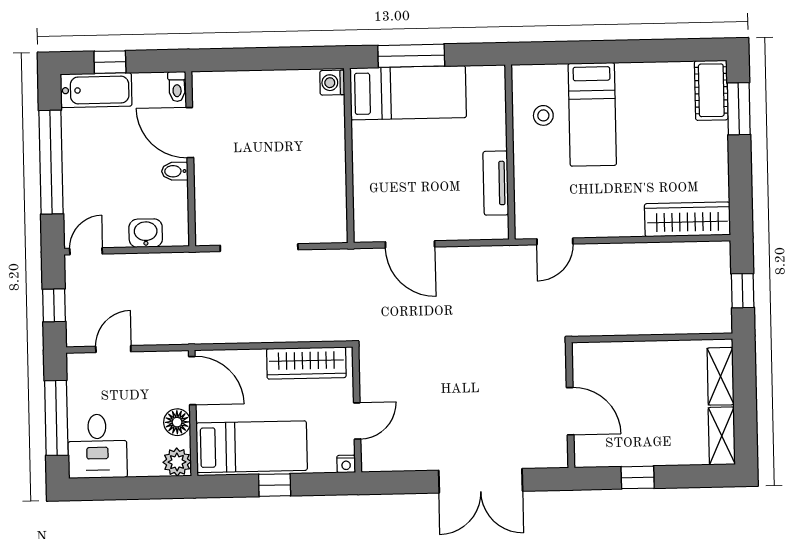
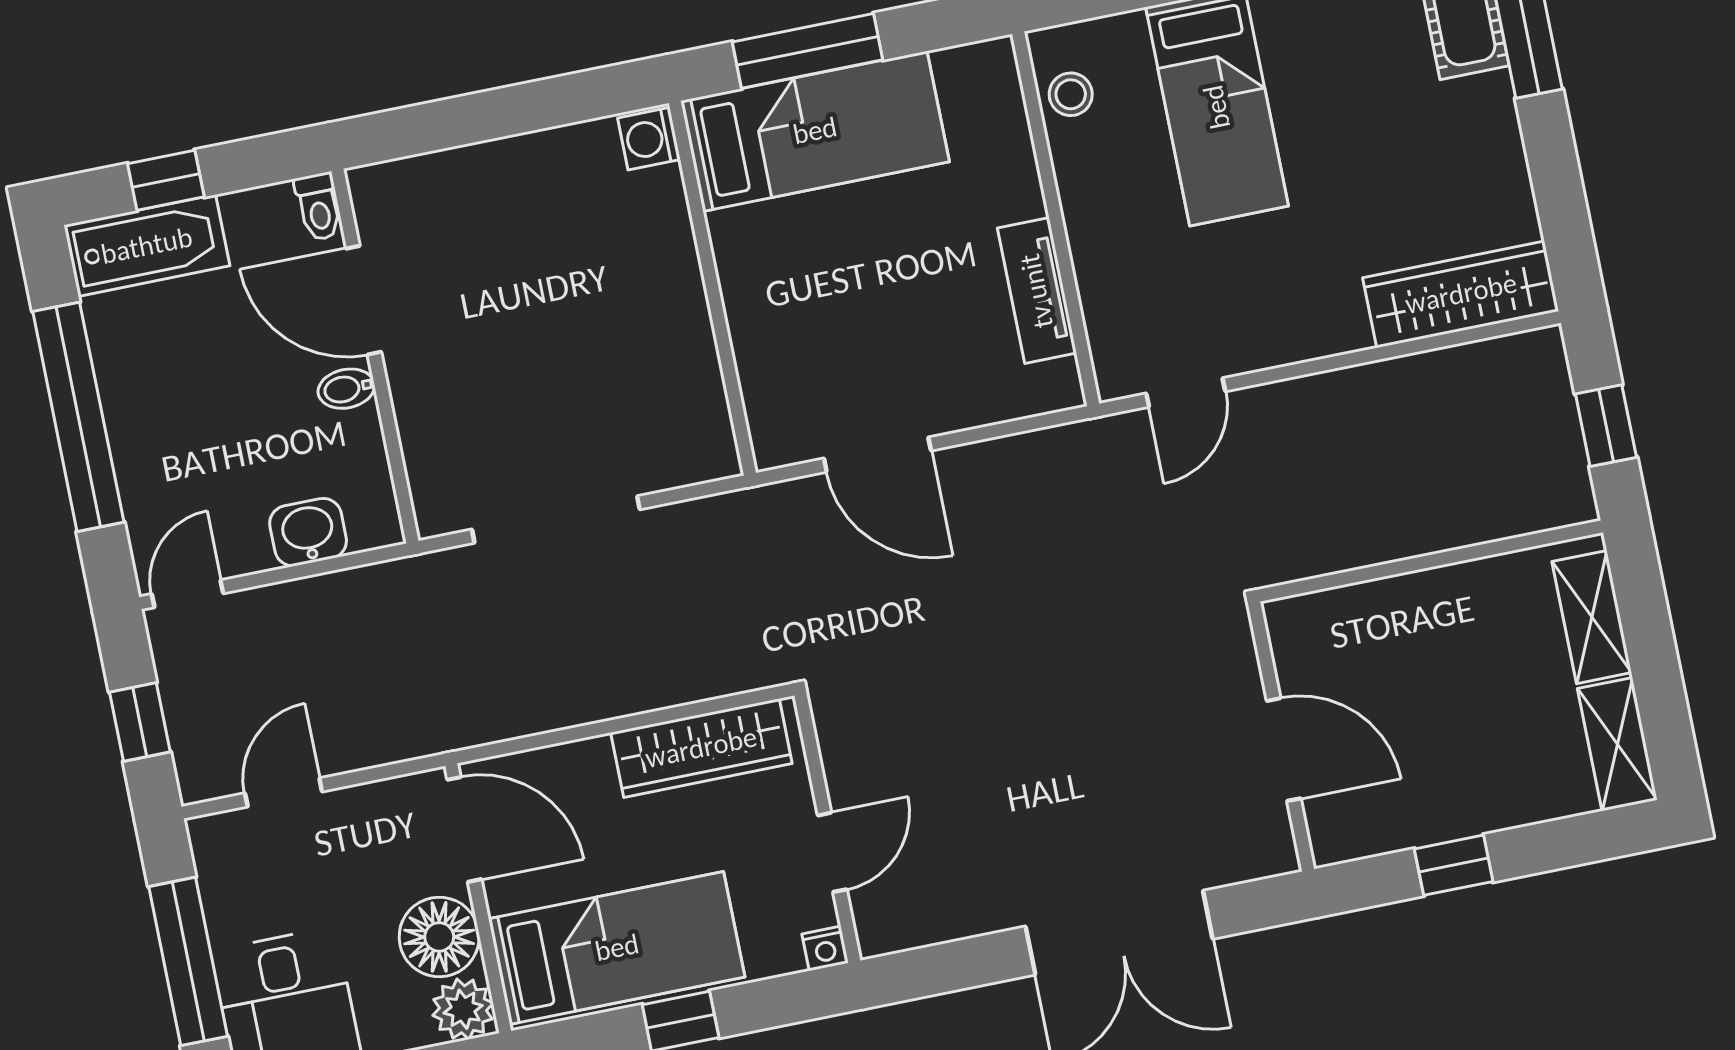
stool: (543, 115) -> (1071, 94), moved
floor lamp: (177, 422) -> (439, 937), width x1.38, depth x1.38

